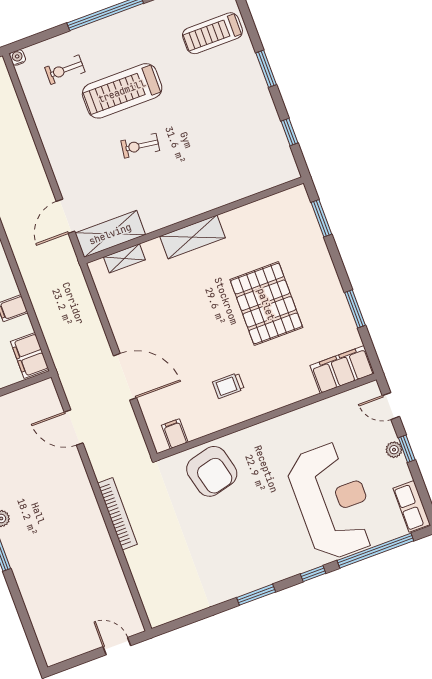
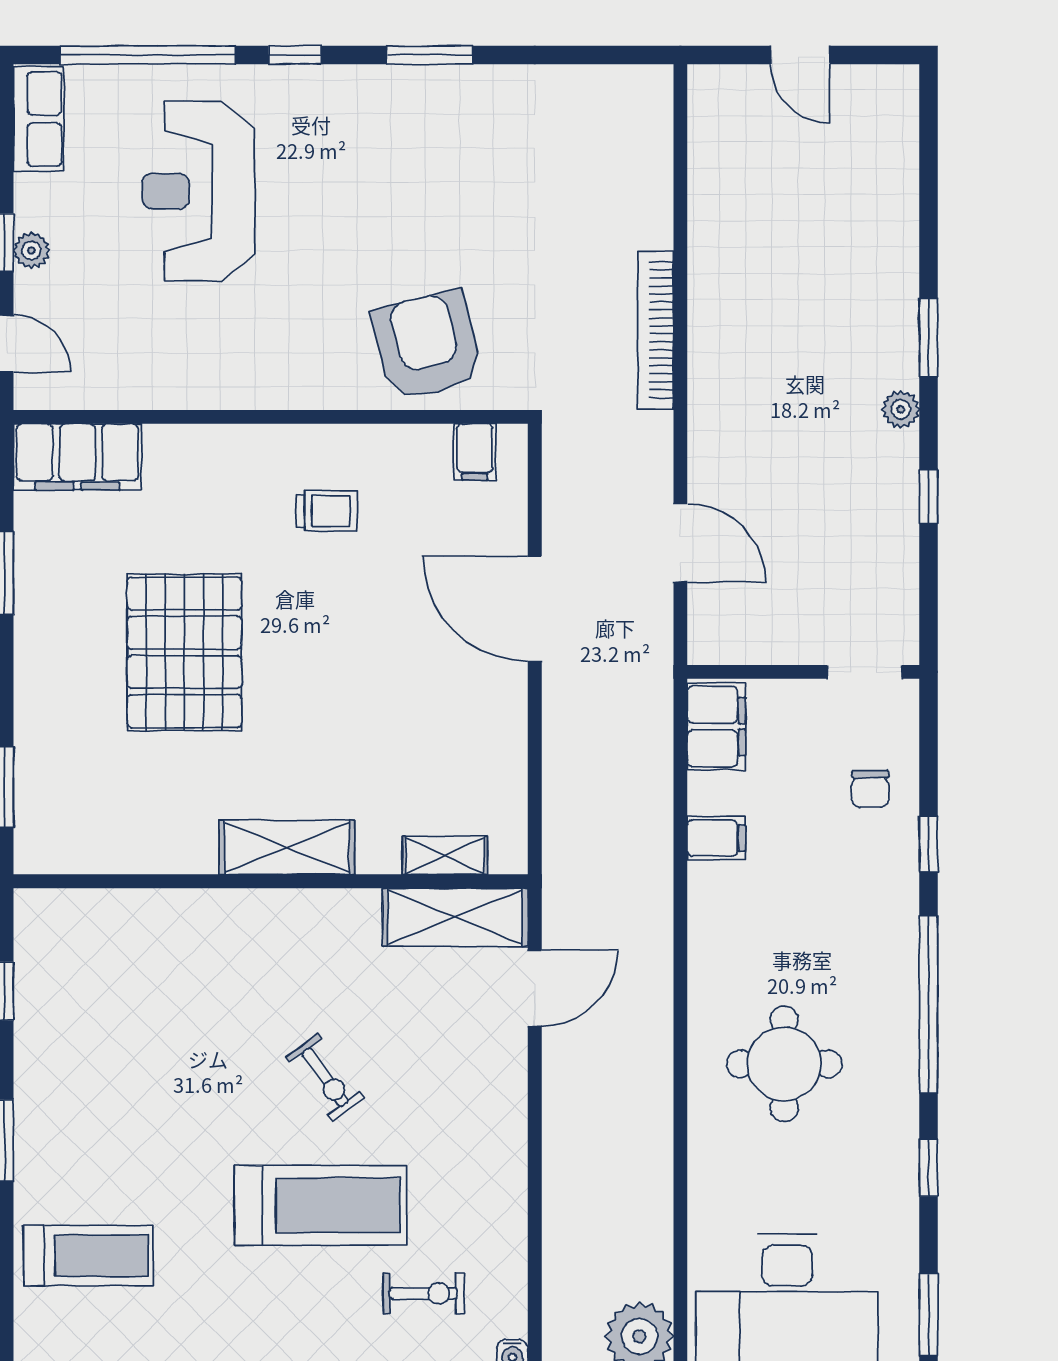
exercise bike: (140, 146) -> (325, 1077), turned 46
reception desk: (333, 501) -> (198, 191), width x0.74, depth x0.77
door: (117, 646) -> (800, 55), moved

